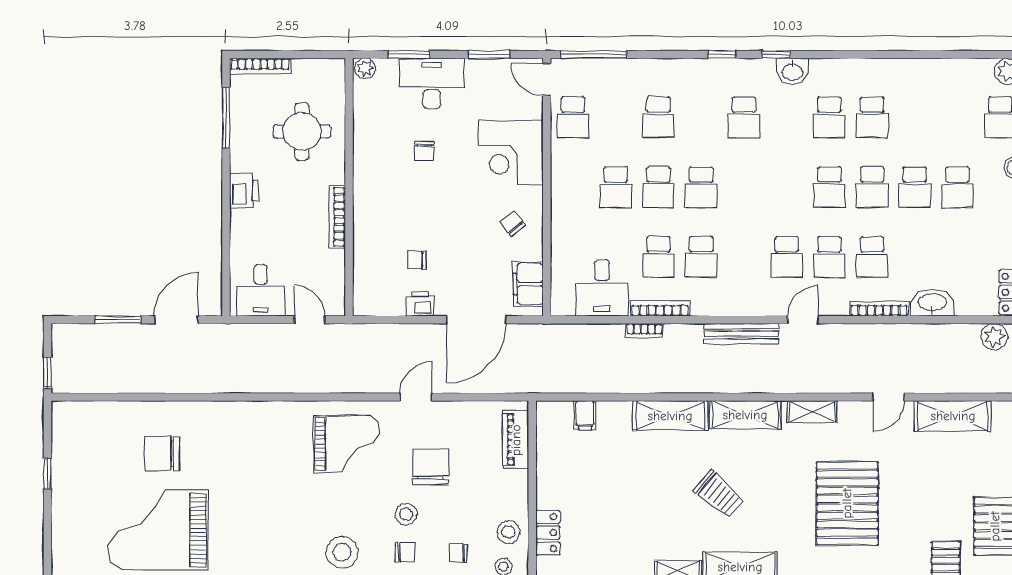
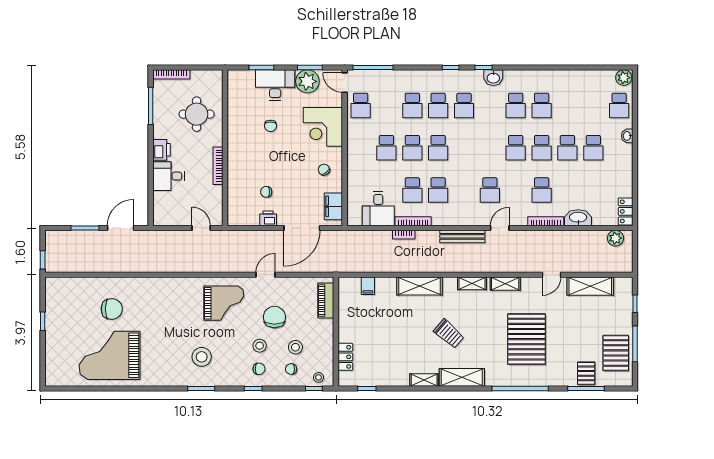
plant: (365, 68) -> (307, 81), moved, width x1.88, depth x1.88
school desk: (829, 257) -> (438, 105), moved
desk: (261, 290) -> (168, 176), moved, turned 90
shelving: (745, 415) -> (472, 283), width x0.67, depth x0.75
chair: (162, 454) -> (112, 309), turned 180
stool: (508, 532) -> (295, 347), moved
stool: (342, 552) -> (202, 357), moved

